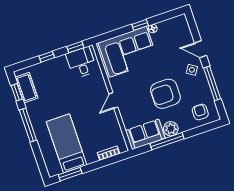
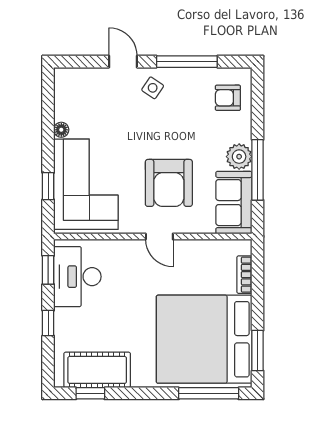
window: (140, 25) -> (48, 186), moved
door: (201, 49) -> (123, 62), swing flipped
desk: (81, 62) -> (77, 277), width x1.37
cot: (26, 88) -> (97, 370), width x1.37, depth x1.34
armchair: (165, 94) -> (169, 183), moved
window: (28, 125) -> (209, 393), moved
bed: (67, 143) -> (204, 339), width x2.04

